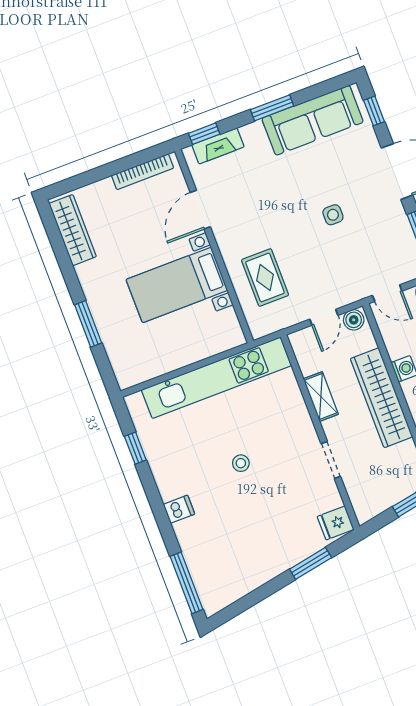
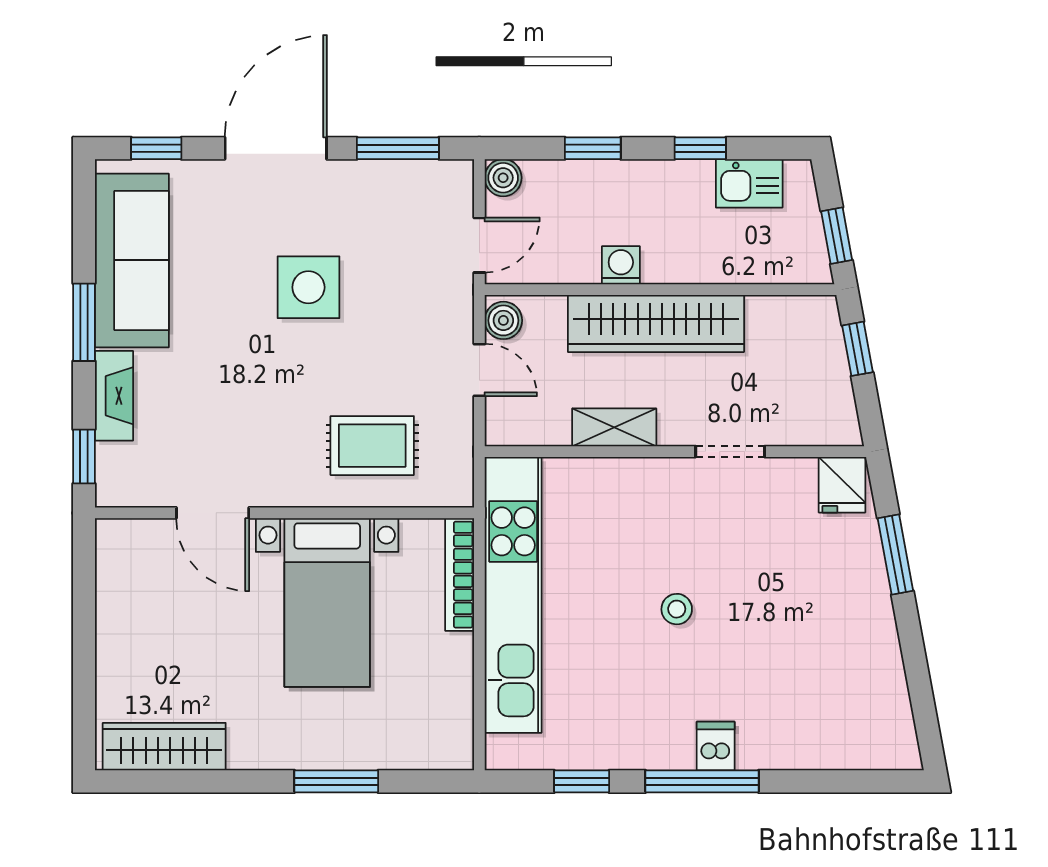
fireplace: (218, 146) -> (114, 396), moved
bookcase: (143, 172) -> (460, 575), moved, turned 180
side table: (333, 215) -> (308, 287), width x1.87, depth x1.87
window: (187, 583) -> (702, 781), moved

